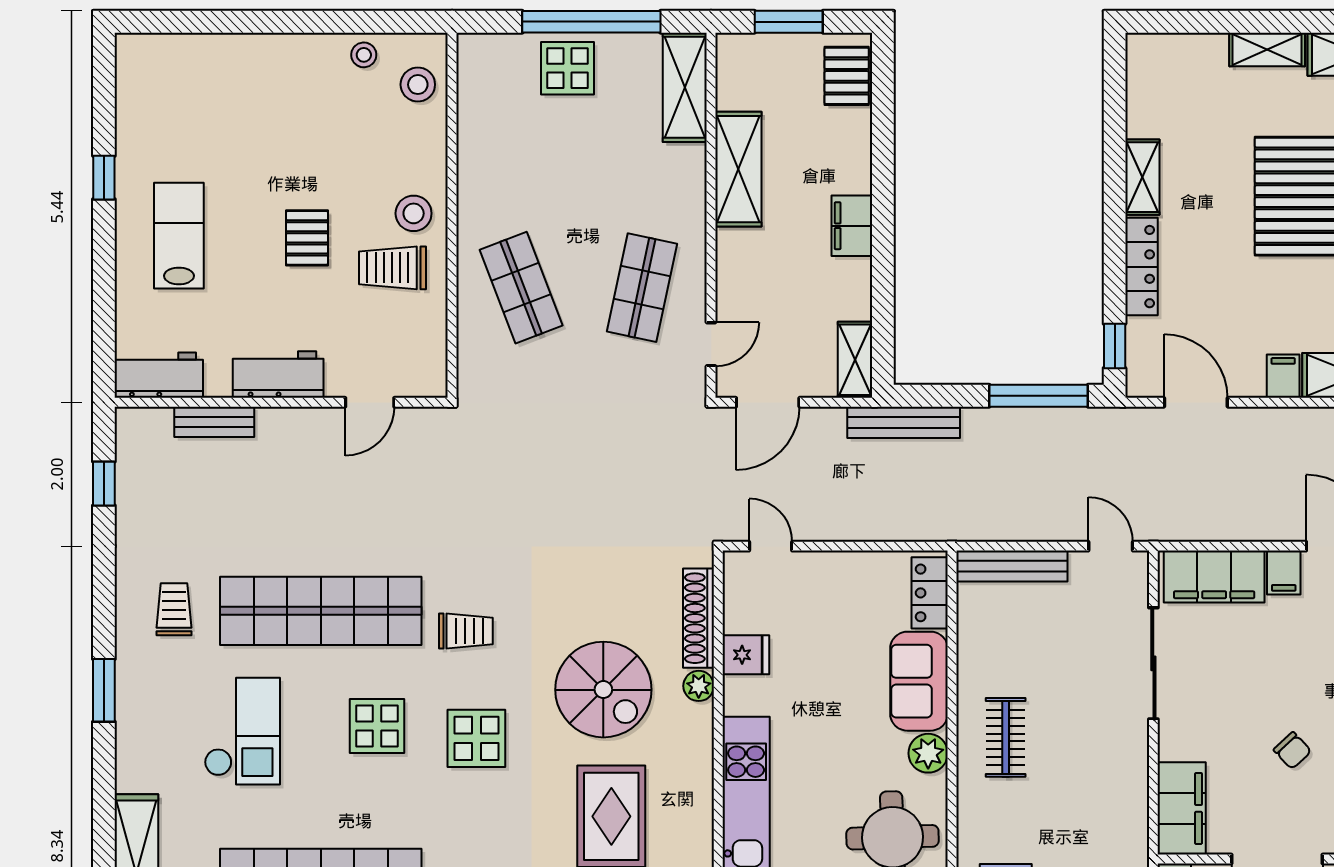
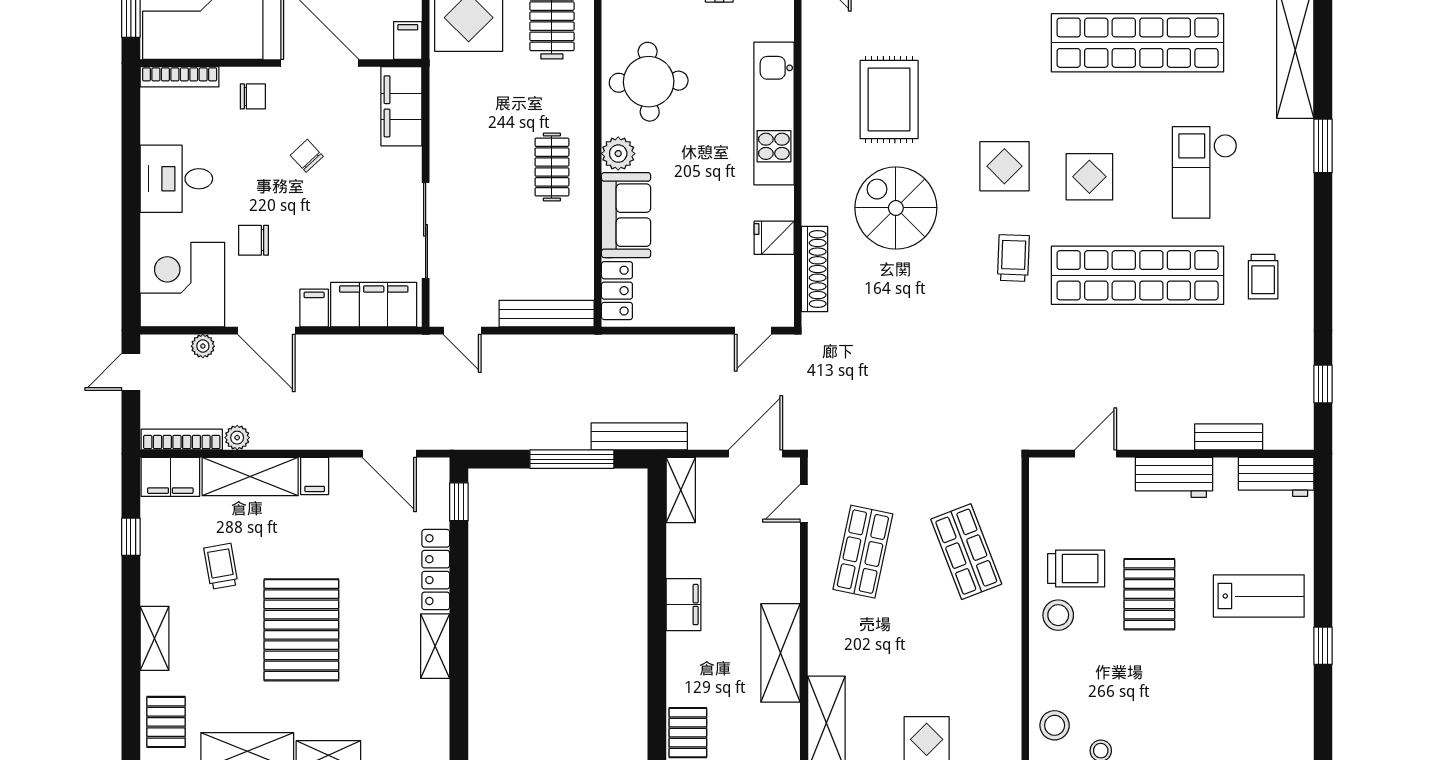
lab bench: (179, 236) -> (1259, 596), turned -90
pallet: (307, 238) -> (1149, 594), width x1.50, depth x1.42
window: (1039, 396) -> (572, 459), moved
door: (771, 546) -> (753, 331), hinge flipped
trolley: (466, 631) -> (1013, 258), turned 92
plant: (699, 686) -> (814, 211), removed
window: (104, 690) -> (1323, 146), moved

